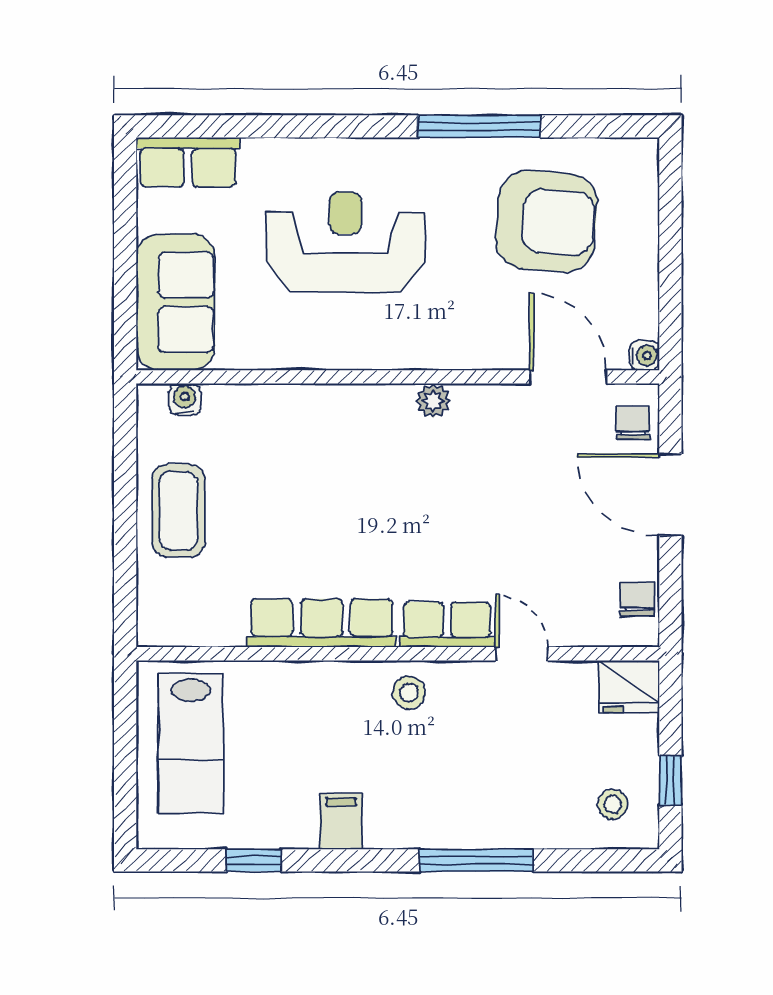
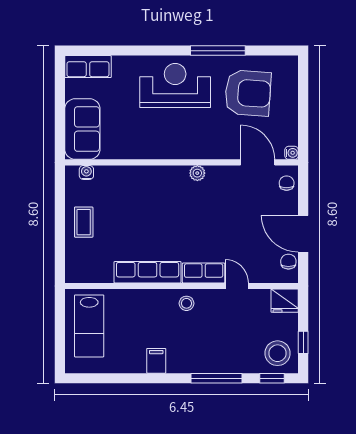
reception desk: (346, 242) -> (175, 86), moved
door: (670, 495) -> (303, 234), moved
coffee table: (179, 511) -> (84, 222), width x0.73, depth x0.77
stool: (613, 804) -> (278, 353), width x1.89, depth x1.89
window: (254, 860) -> (272, 378), moved

